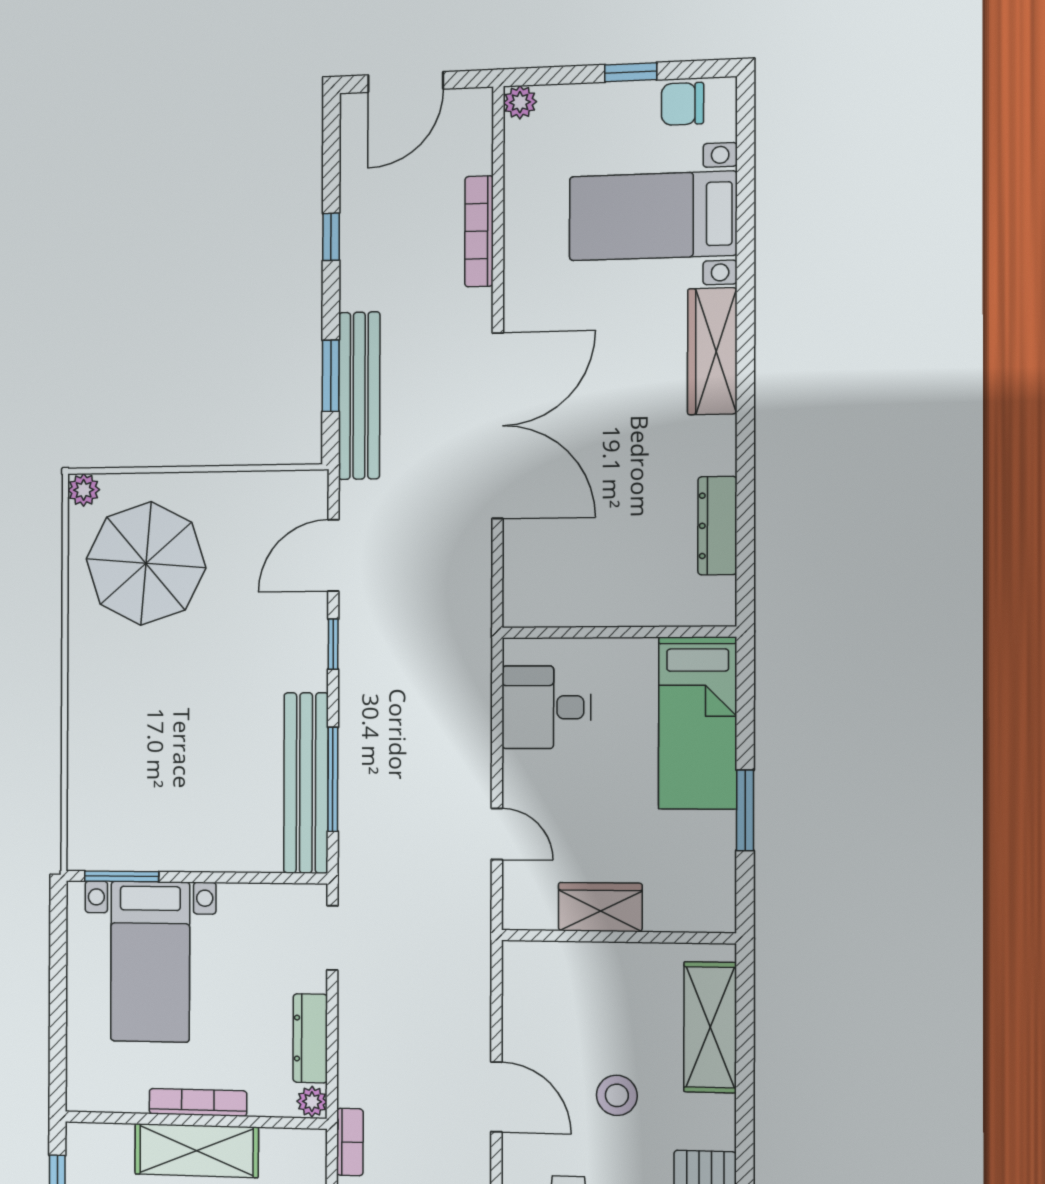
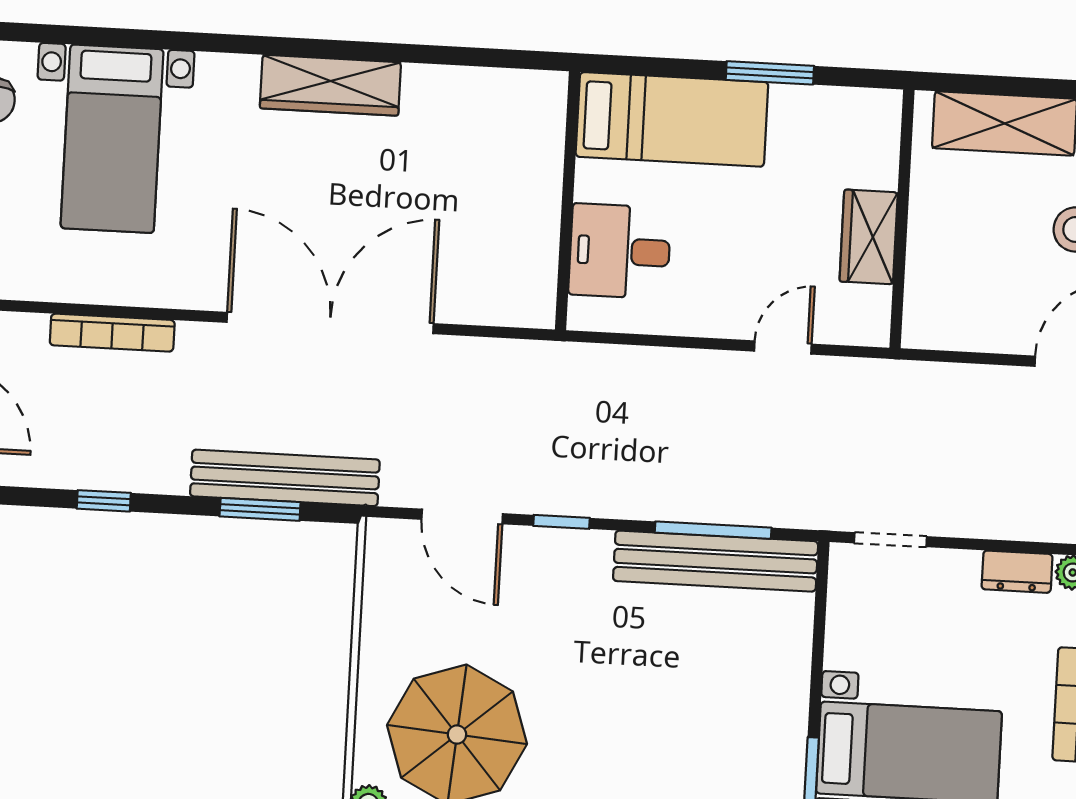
wardrobe: (712, 351) -> (330, 85), moved
dresser: (717, 526) -> (458, 86), removed
desk: (546, 707) -> (620, 251), moved, turned 90
dresser: (310, 1038) -> (1017, 572), width x0.70

